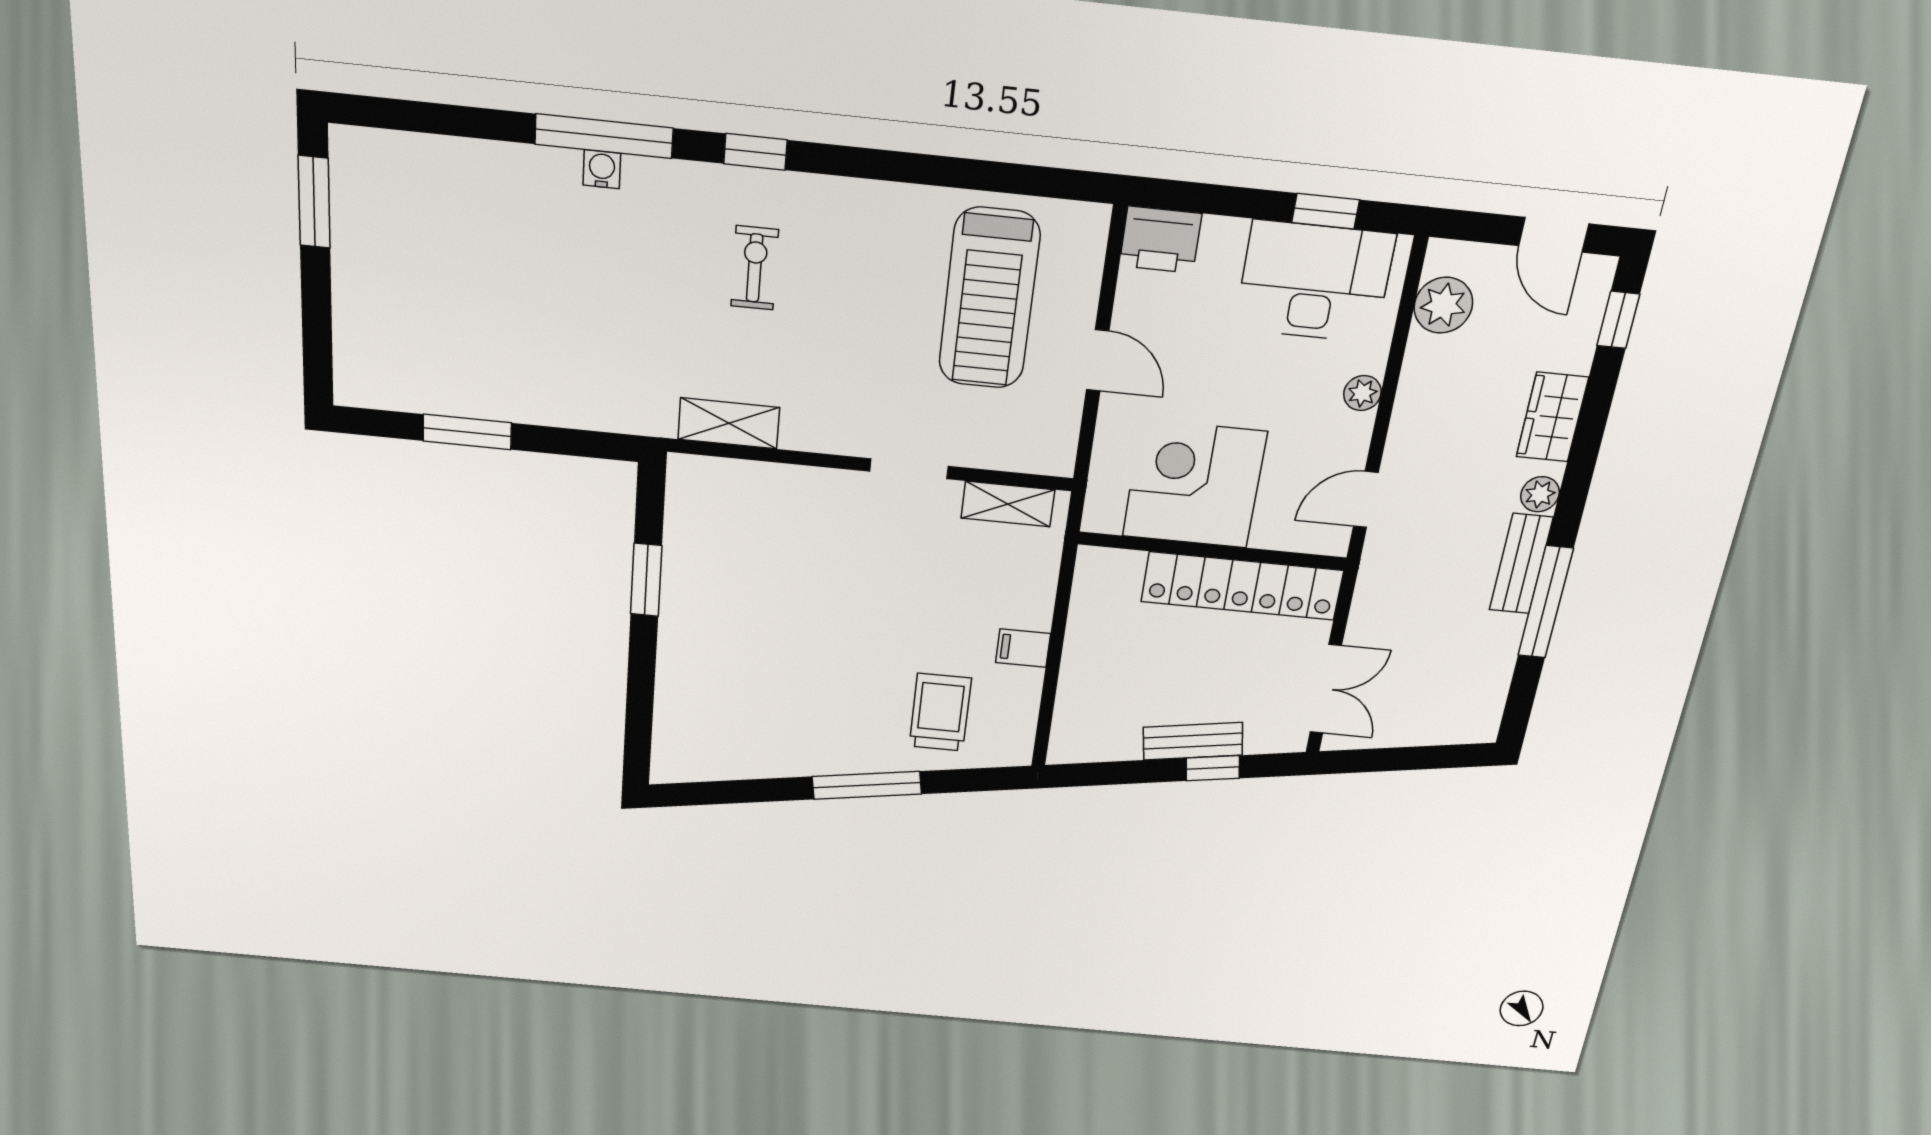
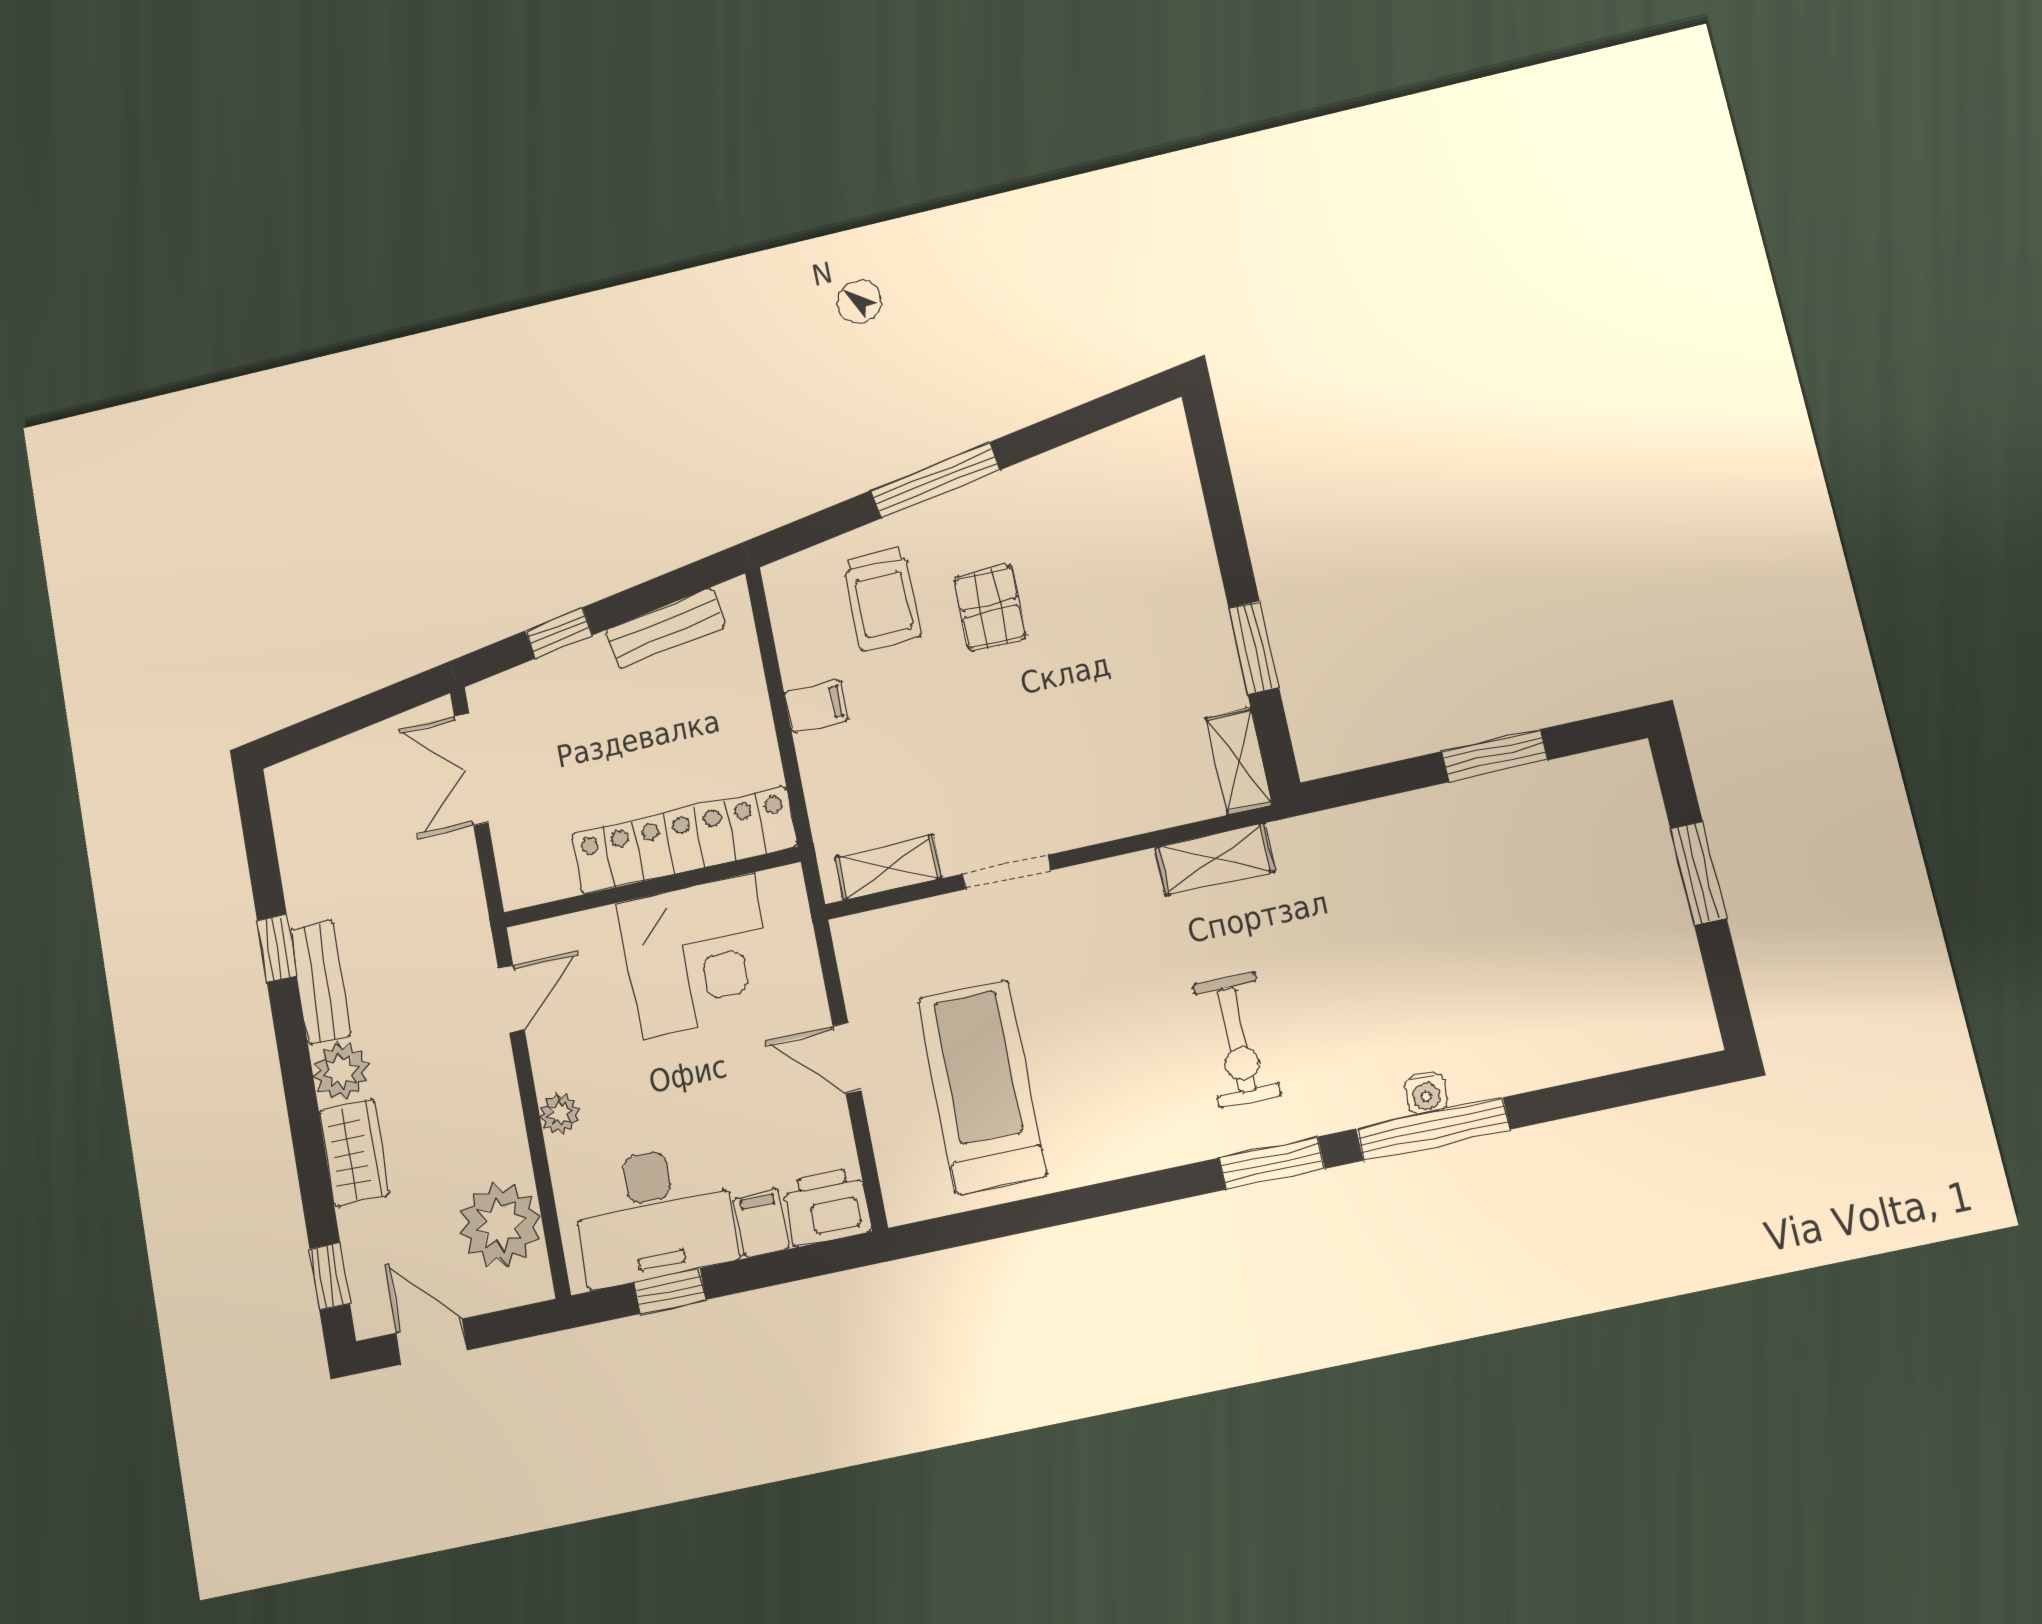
window: (755, 152) -> (1272, 1163), width x1.50
window: (314, 202) -> (1699, 873), moved
filing cabinet: (1223, 244) -> (762, 1223), added
exercise bike: (755, 268) -> (1237, 1040), width x1.38, depth x1.39
plant: (1443, 305) -> (500, 1224), width x1.36, depth x1.36
plant: (1540, 494) -> (341, 1071), width x1.38, depth x1.38
shelving: (685, 495) -> (1239, 761), added
locker: (1242, 586) -> (684, 840), moved
window: (1546, 602) -> (277, 948), width x0.46
pallet: (854, 678) -> (990, 608), added
bench: (1193, 741) -> (665, 628), moved

